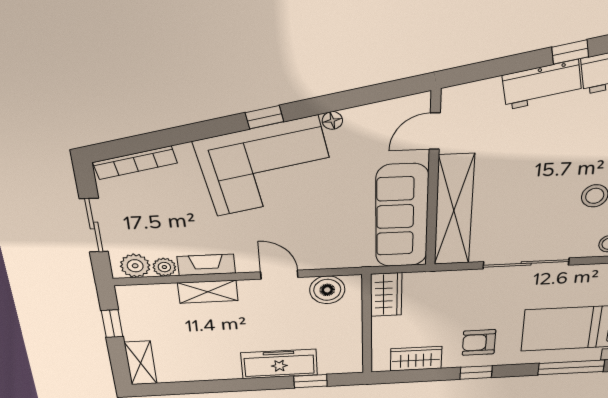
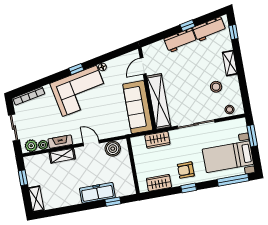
wardrobe: (386, 295) -> (157, 140), moved, turned 90

